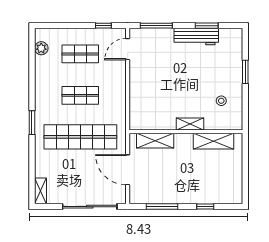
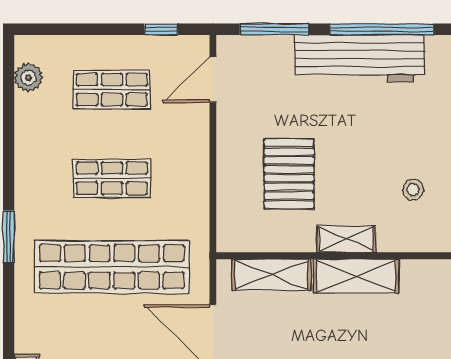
window: (207, 26) -> (382, 29), width x2.11
workbench: (196, 37) -> (360, 58), width x1.36, depth x1.32
pallet: (163, 93) -> (289, 174), added
shelving: (213, 141) -> (356, 276), moved

